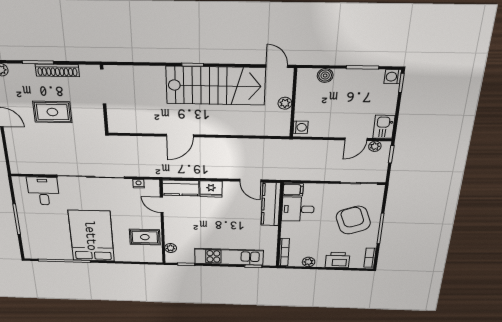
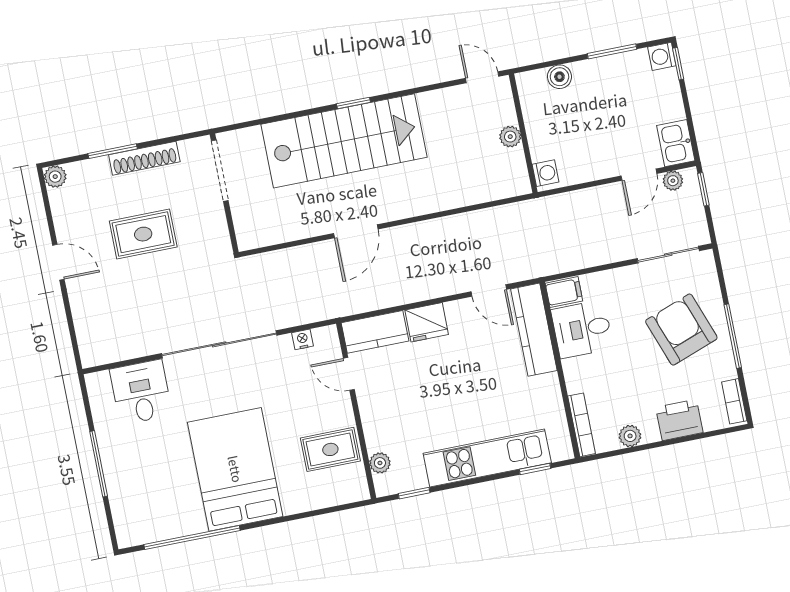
stairs: (216, 86) -> (344, 141), moved

